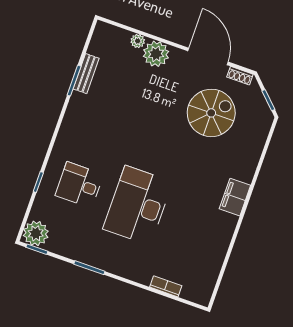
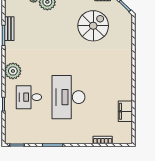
filing cabinet: (235, 197) -> (125, 111), moved
plant: (36, 233) -> (13, 71), moved

